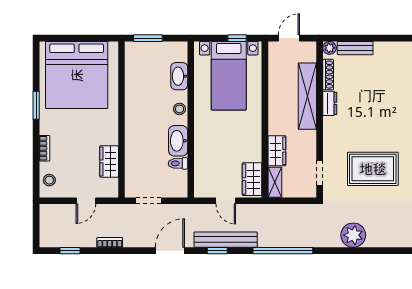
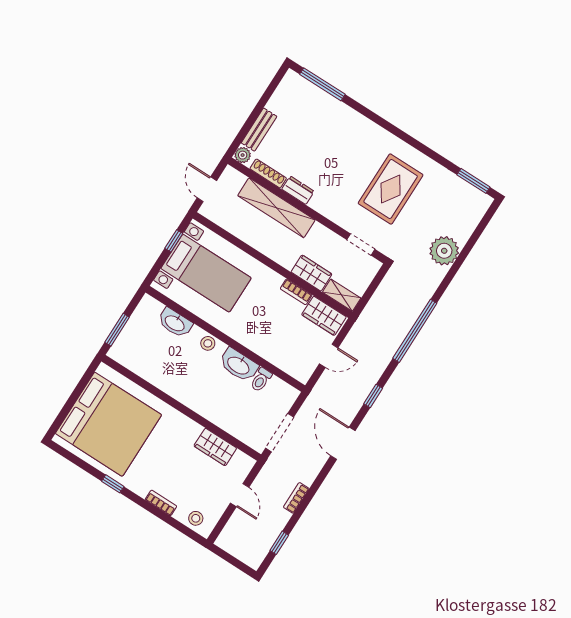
window: (36, 105) -> (113, 484), width x0.67
bookcase: (256, 148) -> (296, 292), added
doorway: (149, 201) -> (280, 433), width x1.38
bench: (226, 240) -> (367, 381), removed

